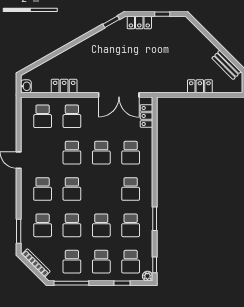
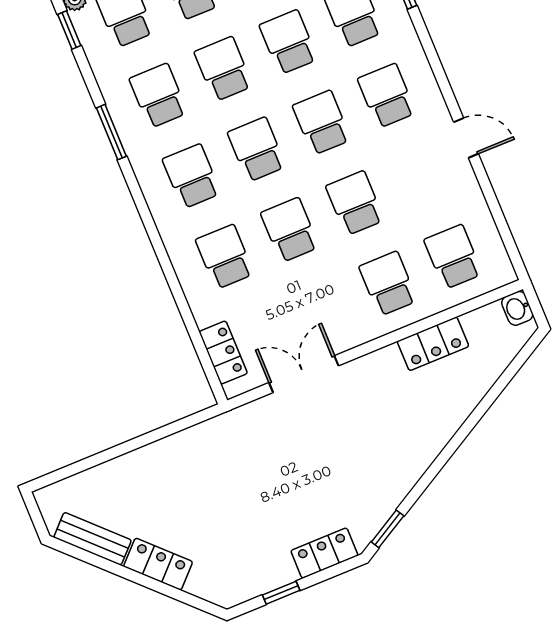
locker: (200, 86) -> (158, 564), moved, turned -135
double door: (119, 95) -> (304, 374), width x0.73
school desk: (101, 189) -> (257, 149), added

